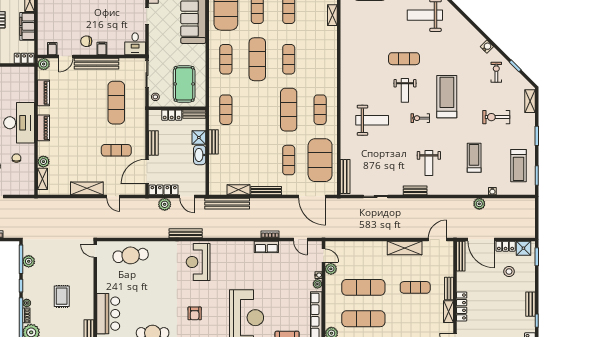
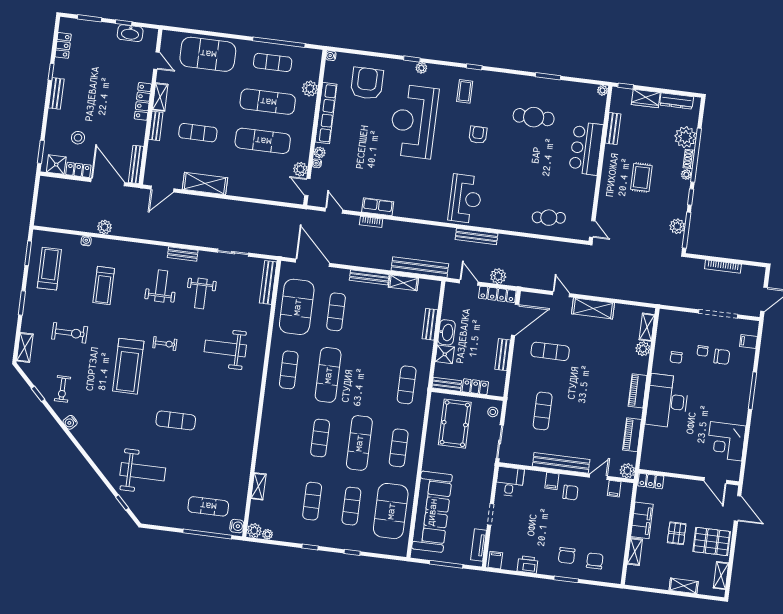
weight bench: (405, 90) -> (201, 294), moved, turned 180
exercise mat: (116, 103) -> (543, 411), width x0.73, depth x0.69
bench: (214, 142) -> (430, 324), moved
cafe table: (131, 255) -> (549, 218), width x0.73, depth x0.74

